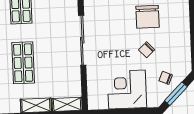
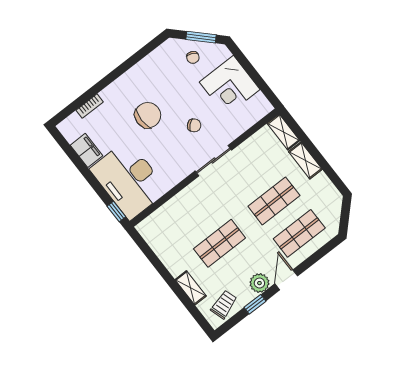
sliding door: (82, 40) -> (213, 161), width x0.73
chair: (147, 50) -> (194, 125), moved

